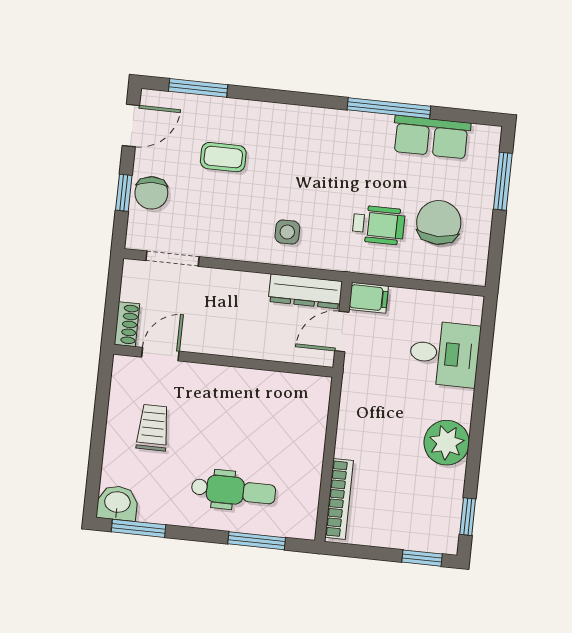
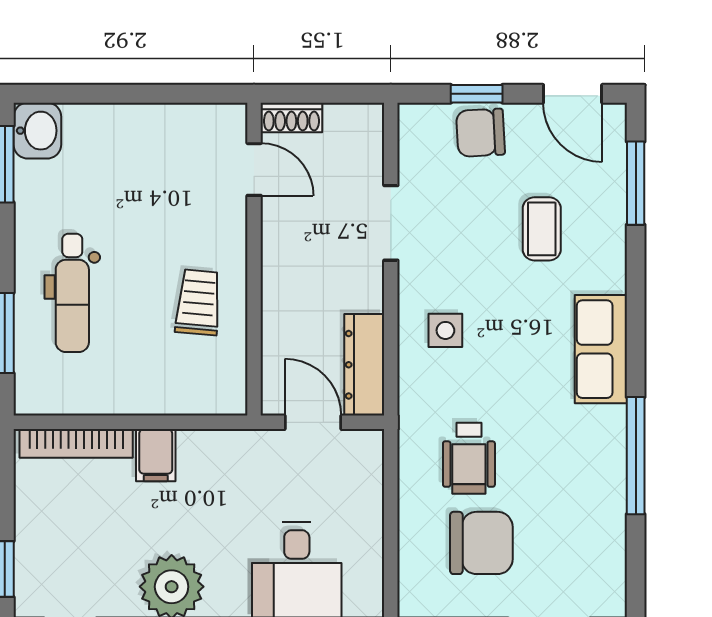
row of seats: (431, 137) -> (601, 349), moved
doorway: (172, 259) -> (391, 223), moved
filing cabinet: (369, 298) -> (156, 455), moved
trolley: (153, 428) -> (198, 302), moved, turned -85

